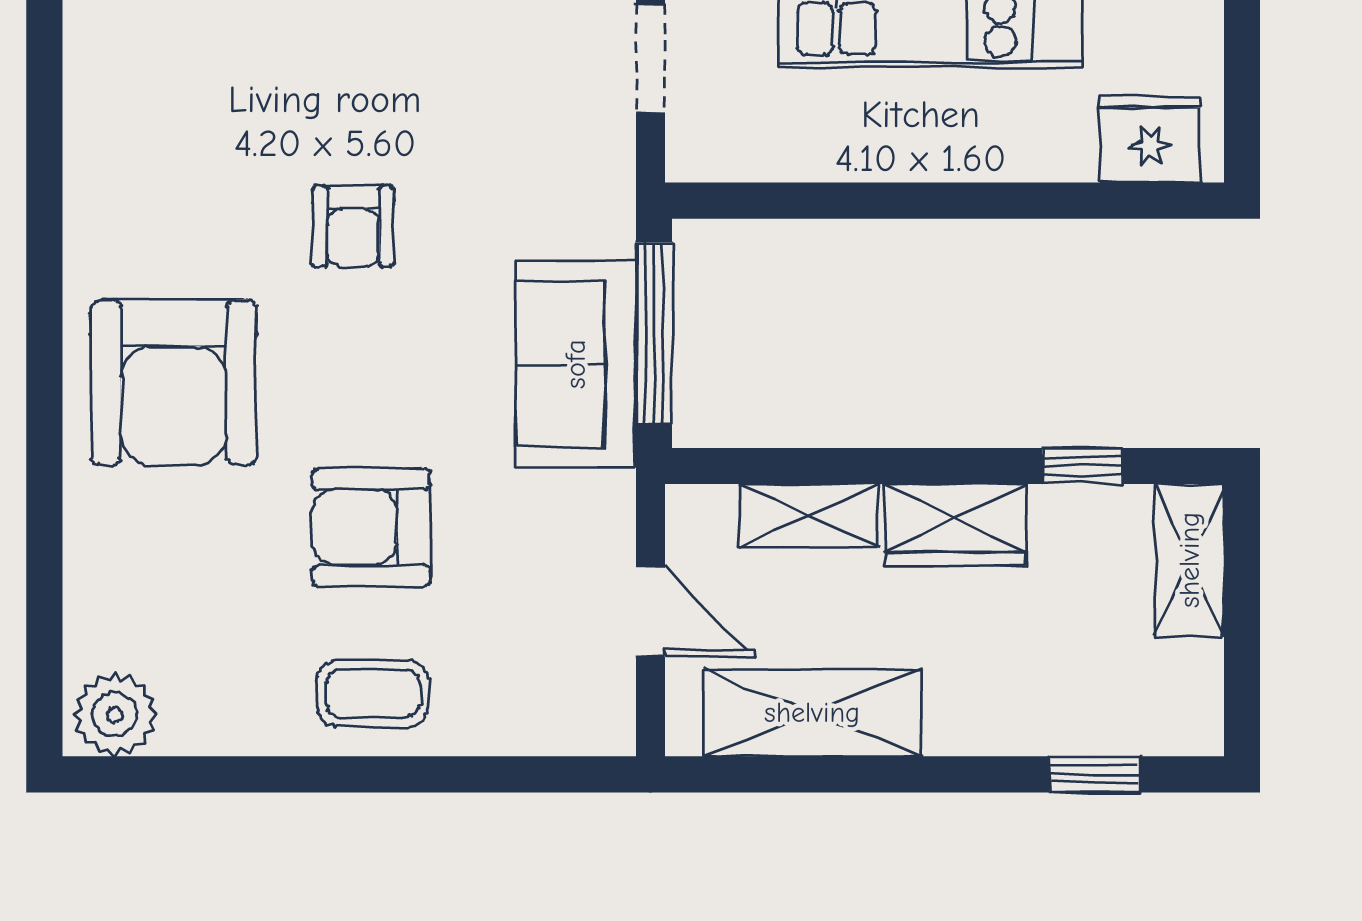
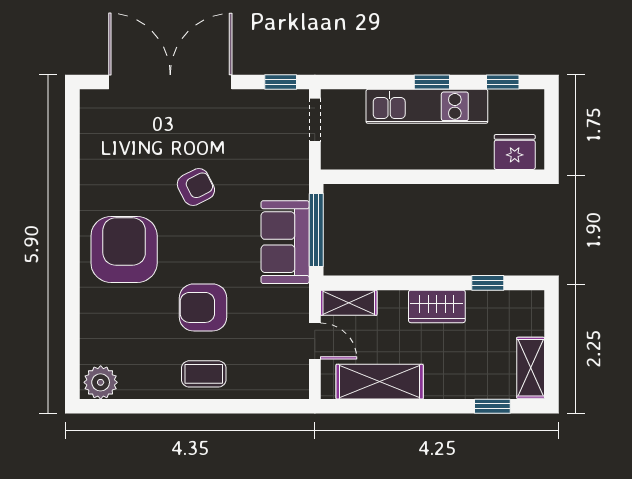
armchair: (353, 226) -> (196, 187), turned -117
armchair: (174, 382) -> (124, 249), turned 180
shelving: (809, 516) -> (349, 303), moved
shelving: (1190, 560) -> (531, 368), moved

